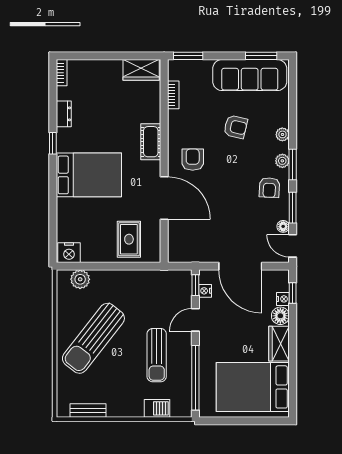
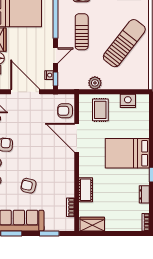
window: (188, 56) -> (49, 234), moved
cot: (151, 142) -> (86, 190), moved
armchair: (193, 160) -> (65, 111), moved, turned 90
nightstand: (69, 253) -> (128, 101), moved
plant: (80, 279) -> (95, 83), moved

